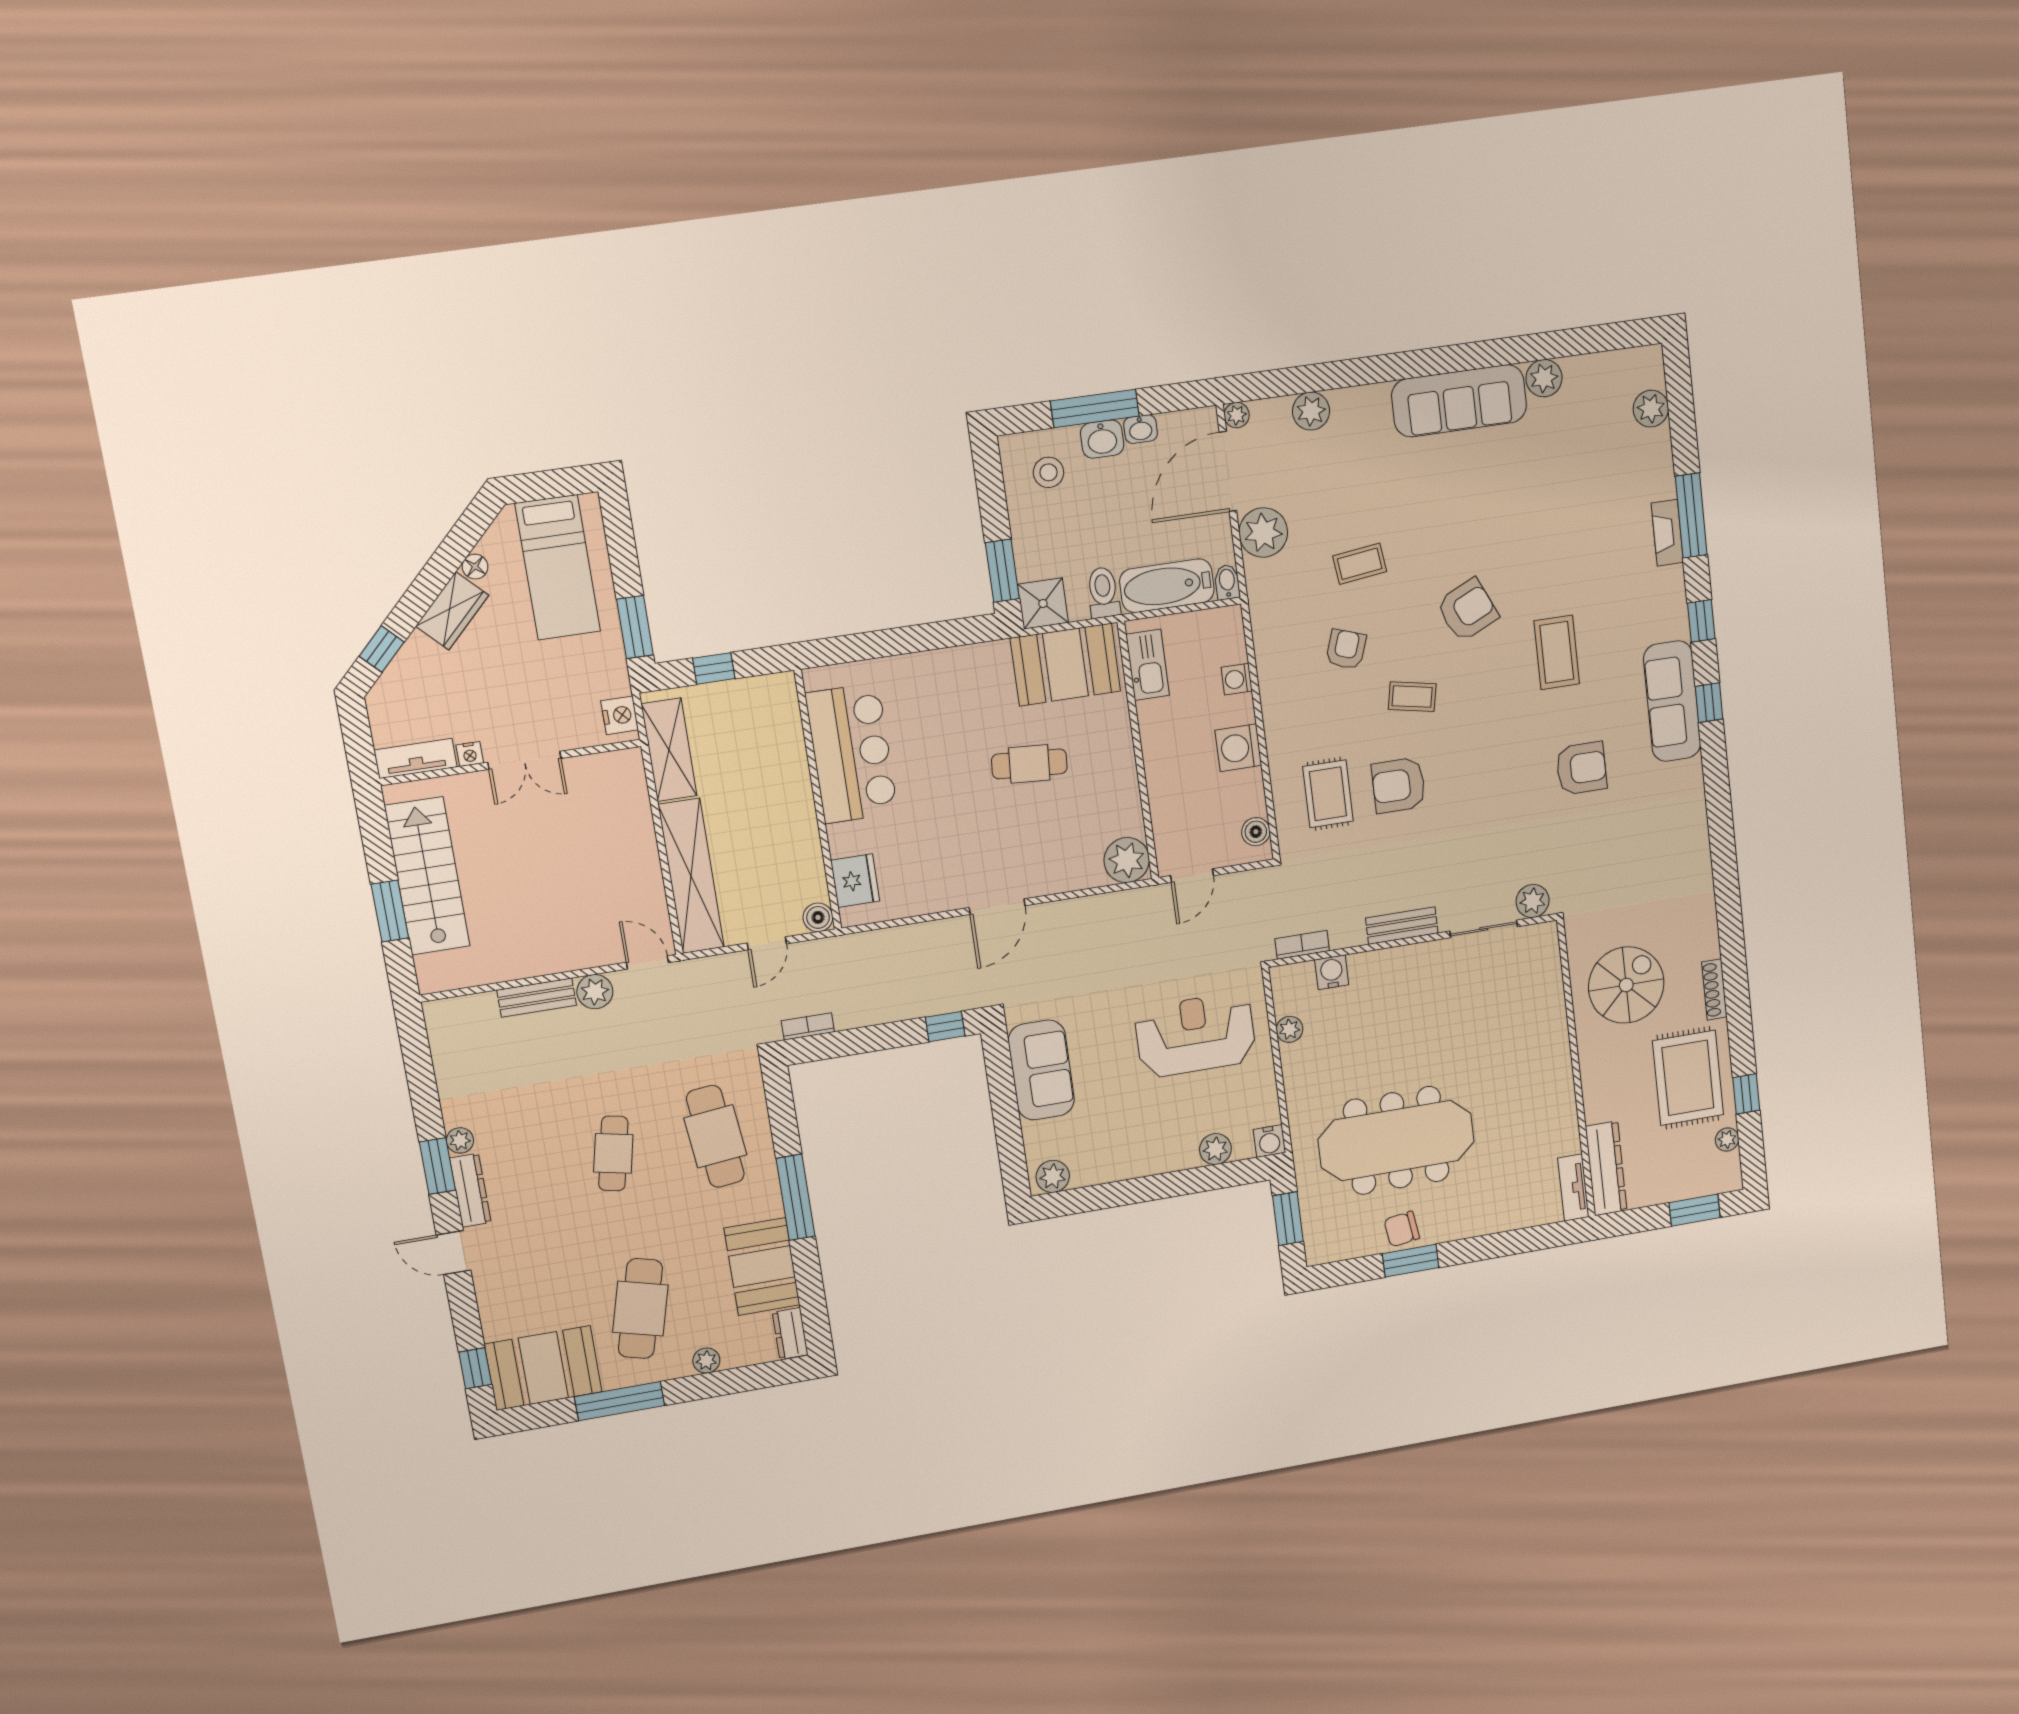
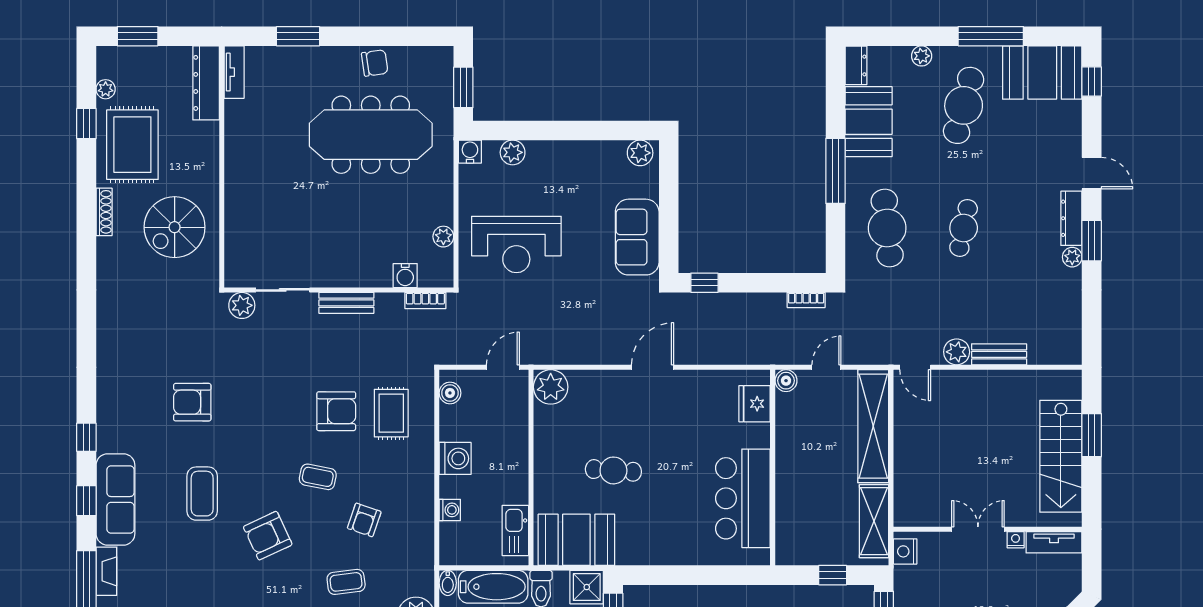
sofa: (1672, 701) -> (115, 499), moved
window: (1411, 1261) -> (298, 36), moved

